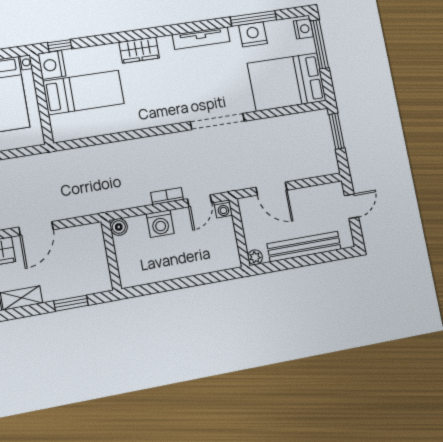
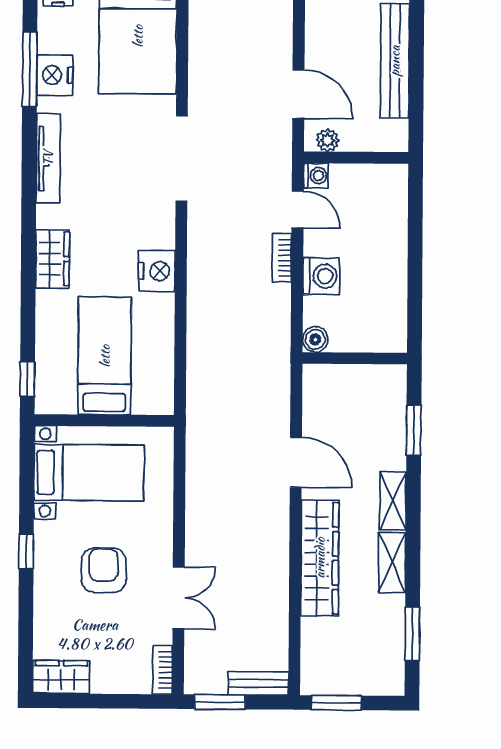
nightstand: (52, 65) -> (157, 271), moved, turned -90
door: (271, 189) -> (298, 94), hinge flipped
plant: (255, 257) -> (327, 140), moved

